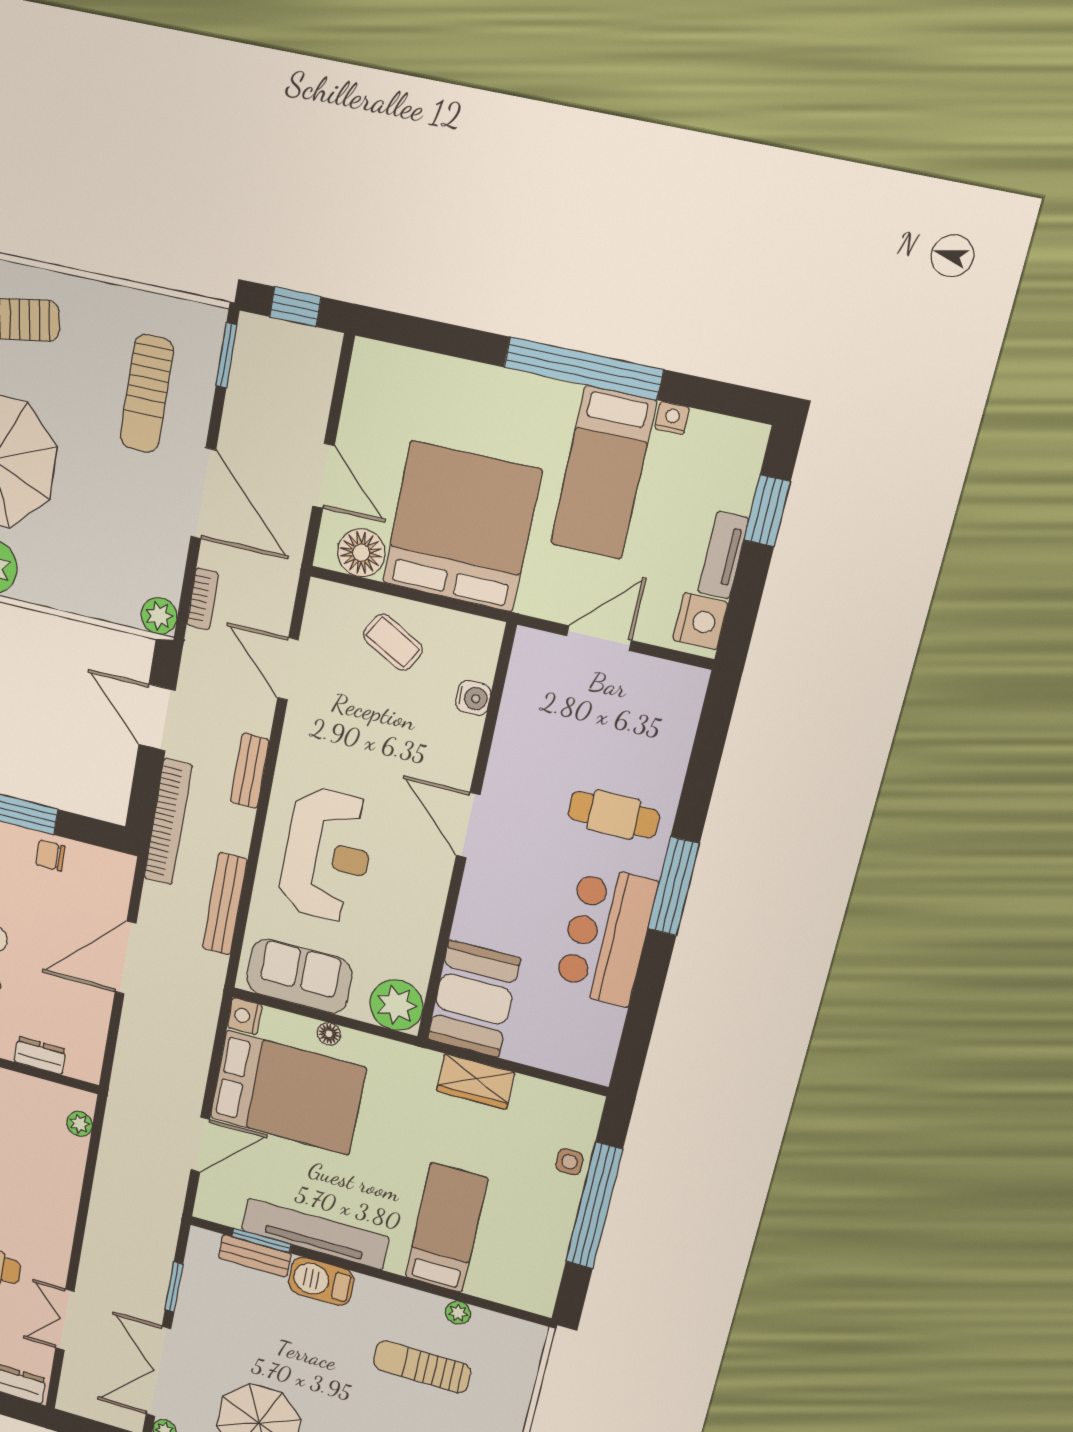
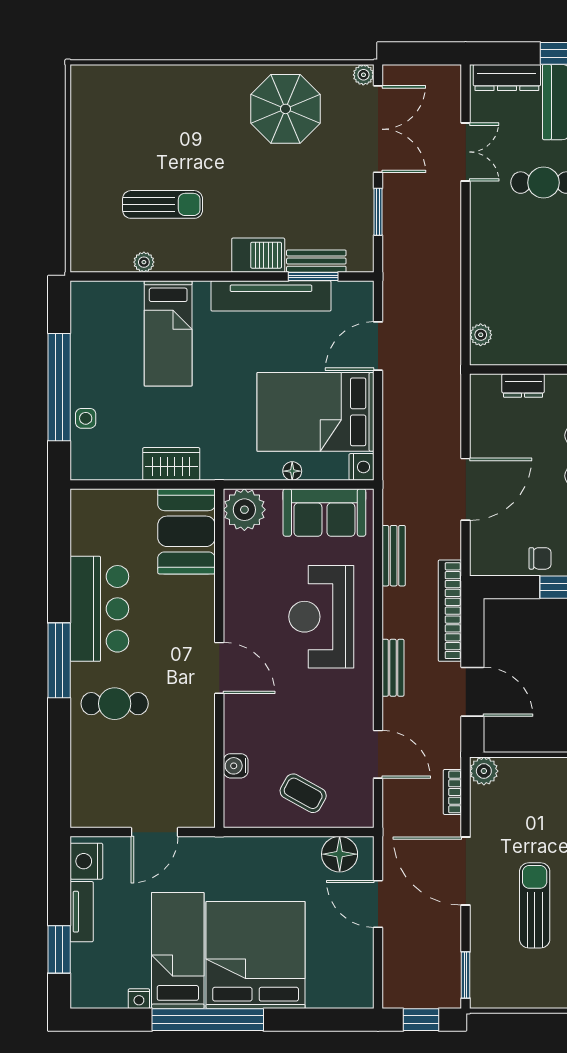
sun lounger: (147, 394) -> (535, 905), moved
bed: (462, 527) -> (256, 955), moved, turned 180
bench: (225, 904) -> (394, 556), width x0.73

